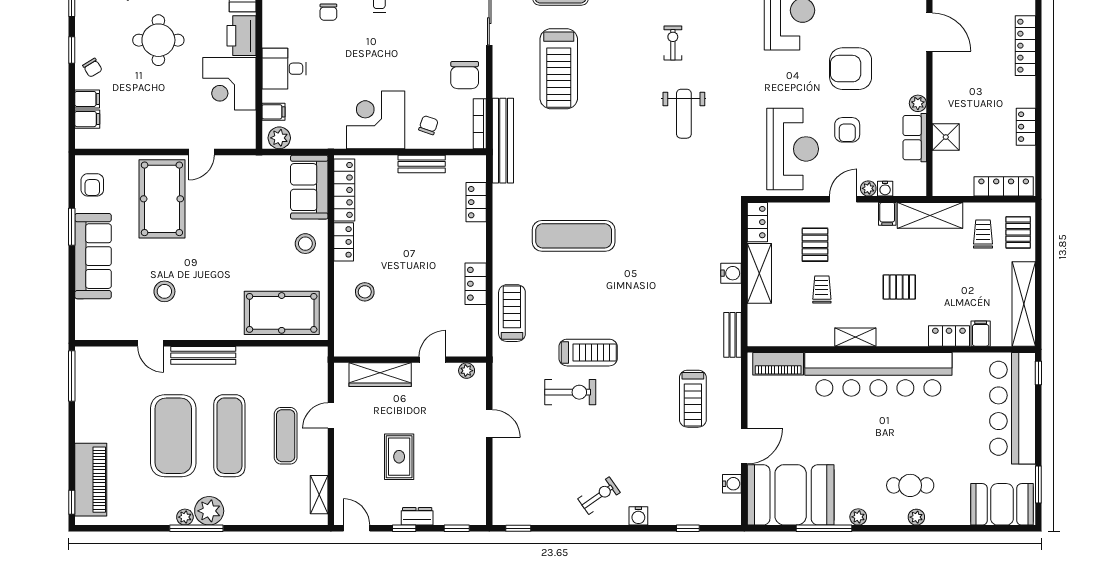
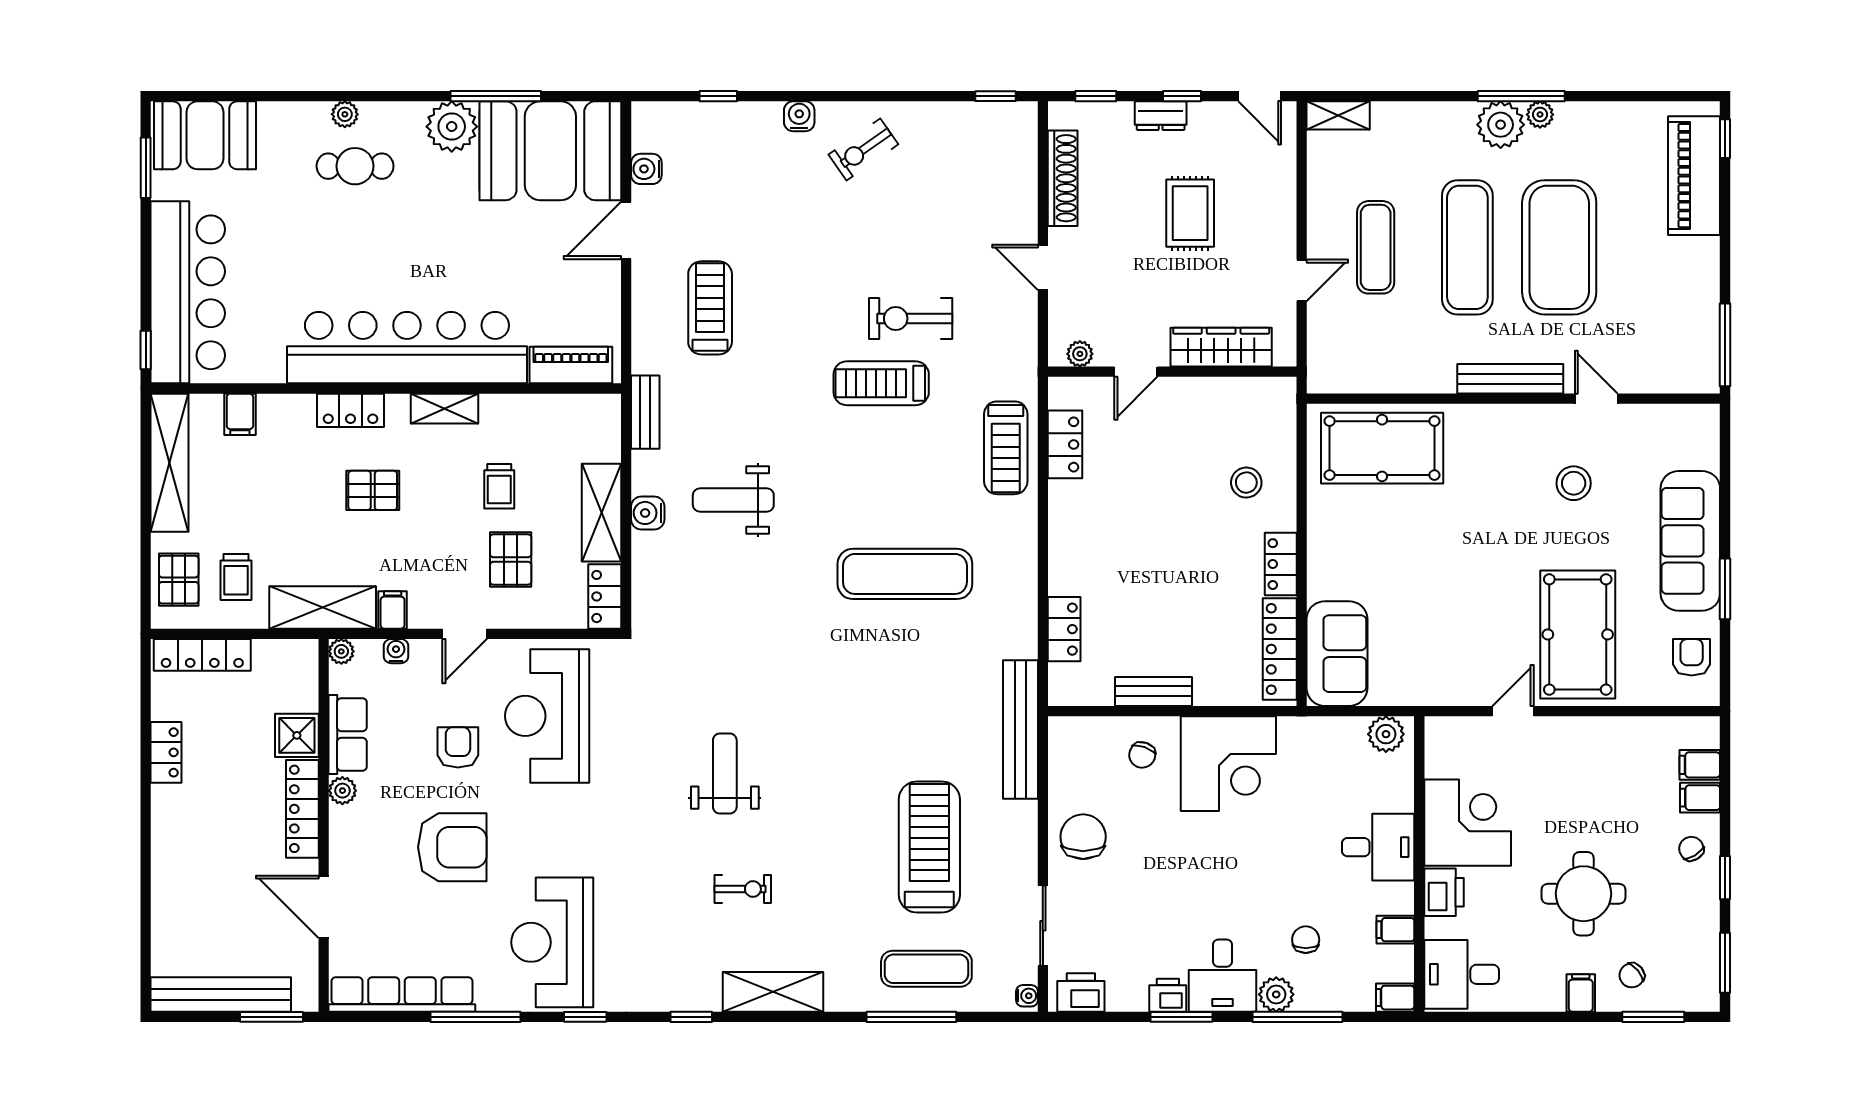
printer: (241, 36) -> (1444, 892), width x0.73, depth x0.84
exercise bike: (673, 43) -> (743, 889), turned -90
locker: (1025, 46) -> (302, 809), moved, turned 180
filing cabinet: (273, 112) -> (1395, 930), moved
bookcase: (480, 124) -> (1058, 757), removed
plant: (868, 188) -> (341, 651), moved
stool: (305, 244) -> (1343, 561), removed
weight bench: (679, 281) -> (733, 500), added
locker: (476, 284) -> (1065, 444), moved
locker: (949, 336) -> (351, 410), moved
shoe rack: (477, 478) -> (1063, 178), added
shelving: (319, 495) -> (1338, 115), moved, turned 90
plant: (858, 517) -> (452, 127), width x1.87, depth x1.87

